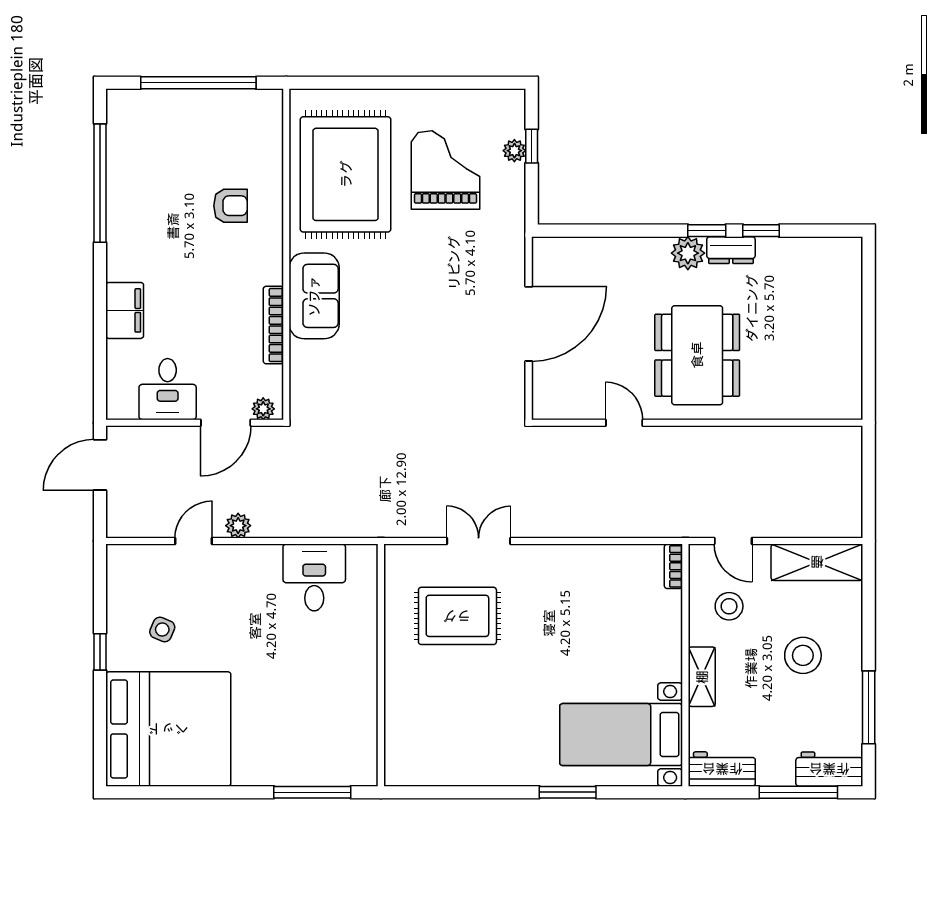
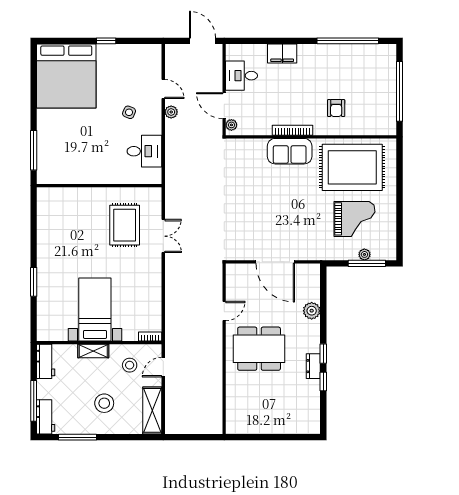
window: (532, 146) -> (367, 263), width x2.17
plant: (688, 253) -> (312, 311), moved
bookcase: (273, 325) -> (293, 130), moved
side table: (162, 629) -> (129, 112), moved
bed with nightstands: (621, 735) -> (95, 309), moved

